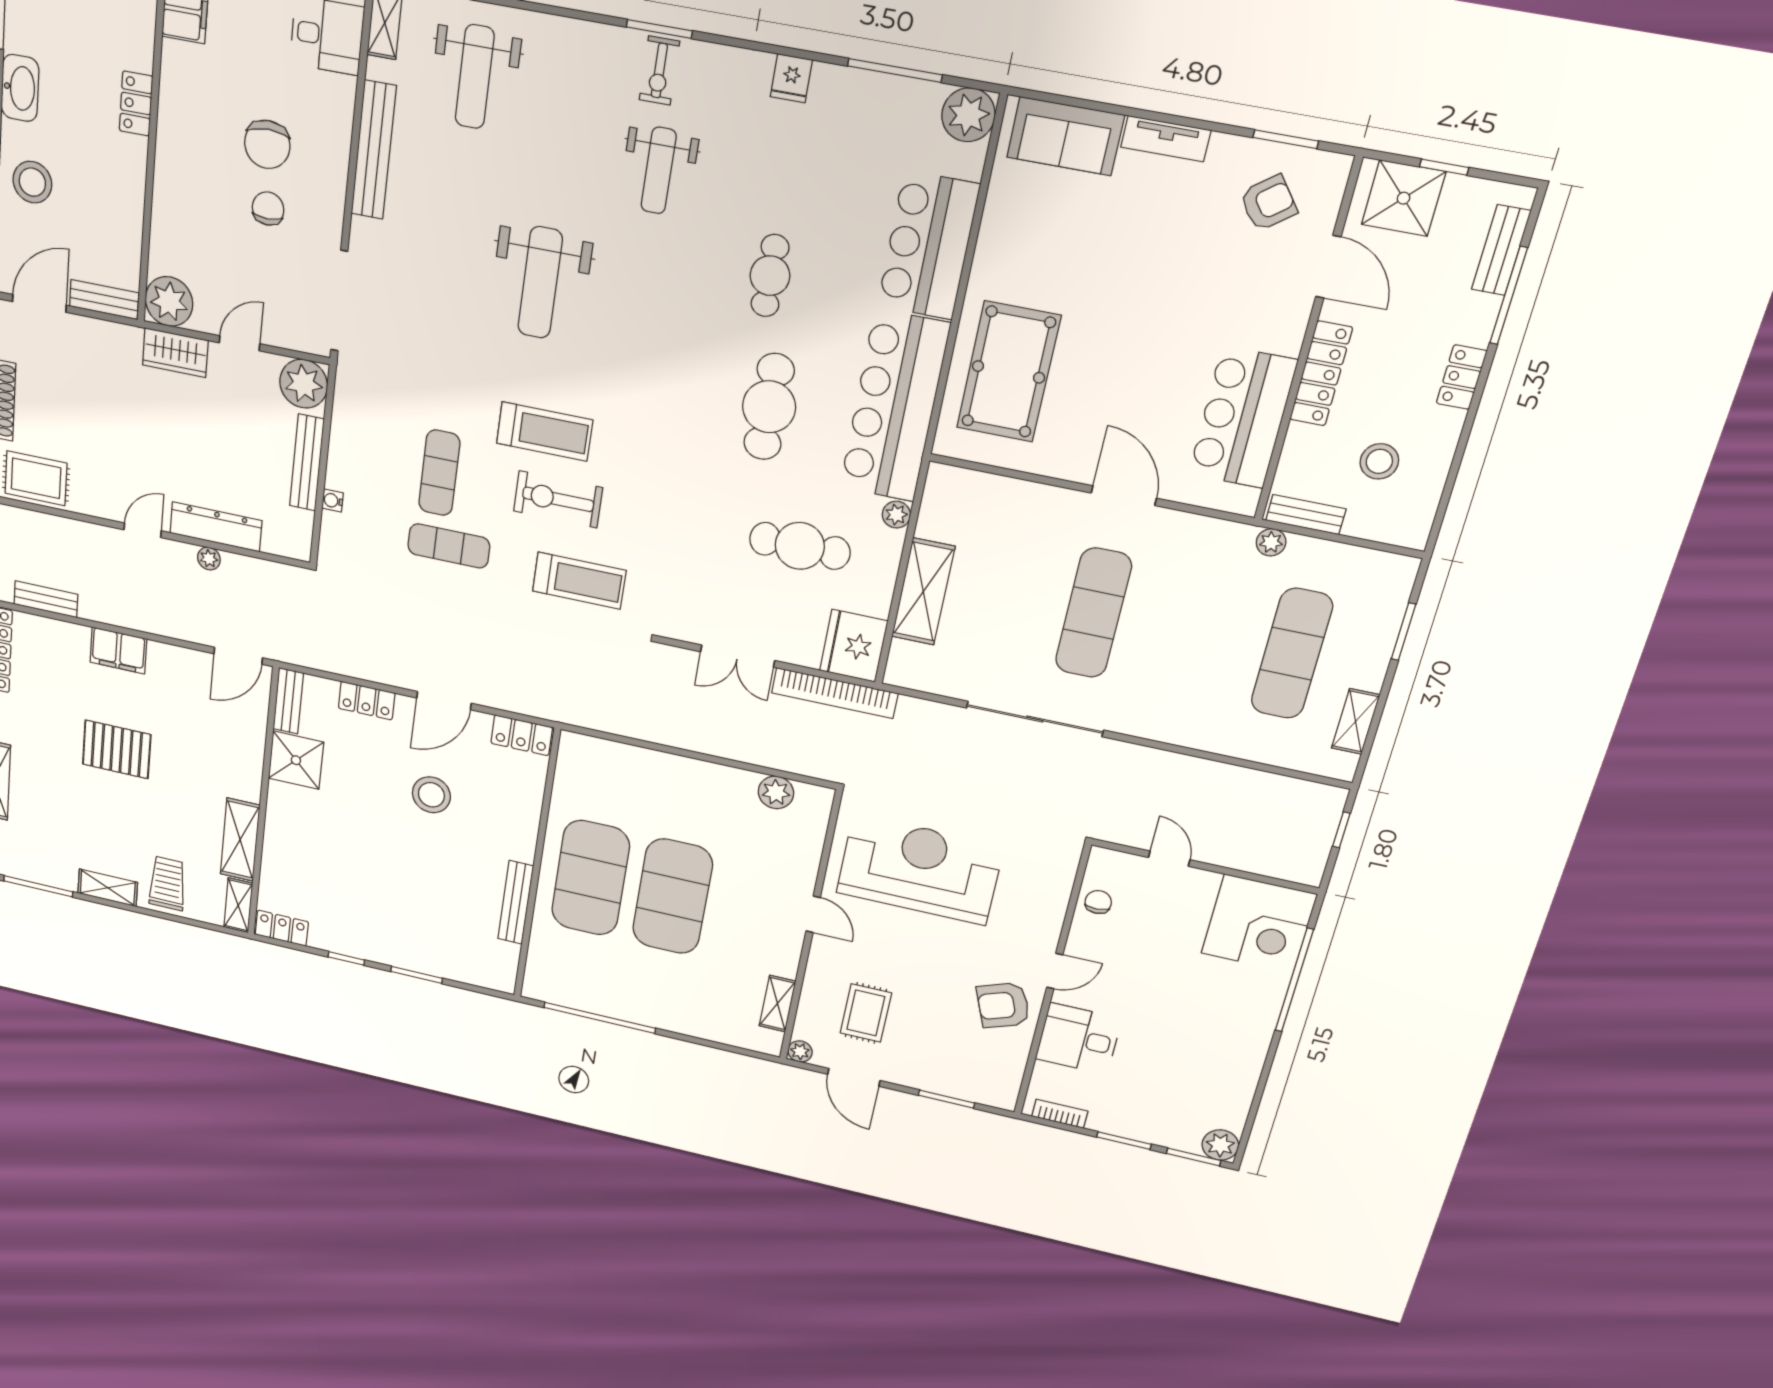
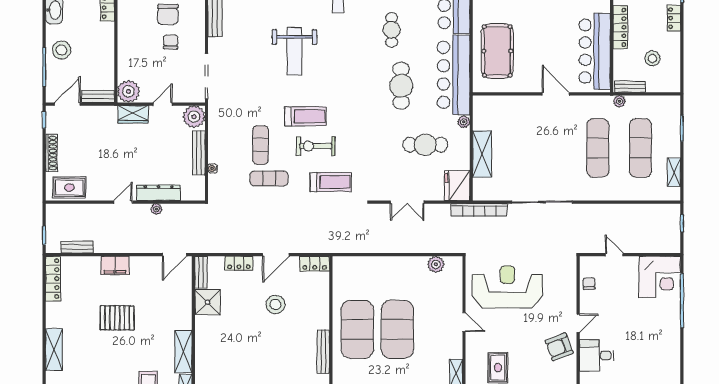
bar counter: (1243, 418) -> (595, 51), width x1.36
exercise mat: (1093, 613) -> (598, 148), moved
bookcase: (835, 693) -> (479, 210), moved

